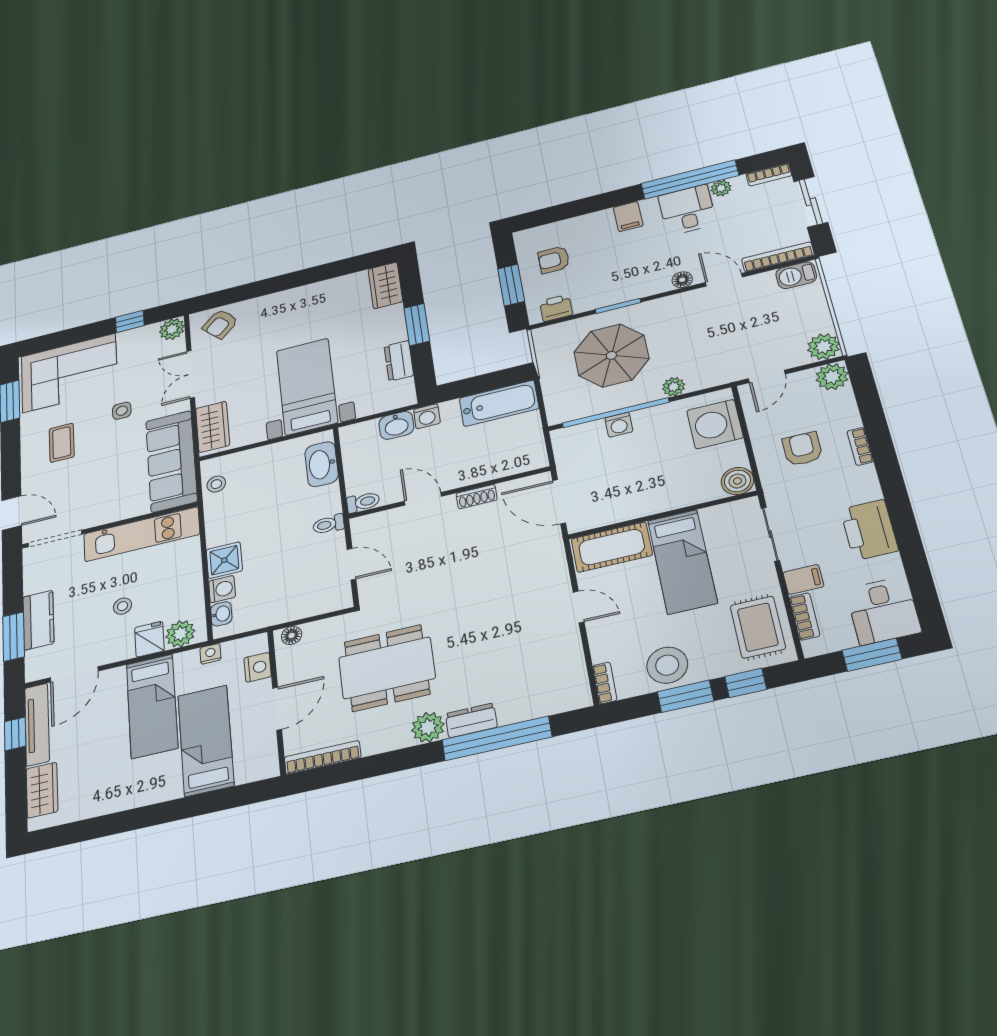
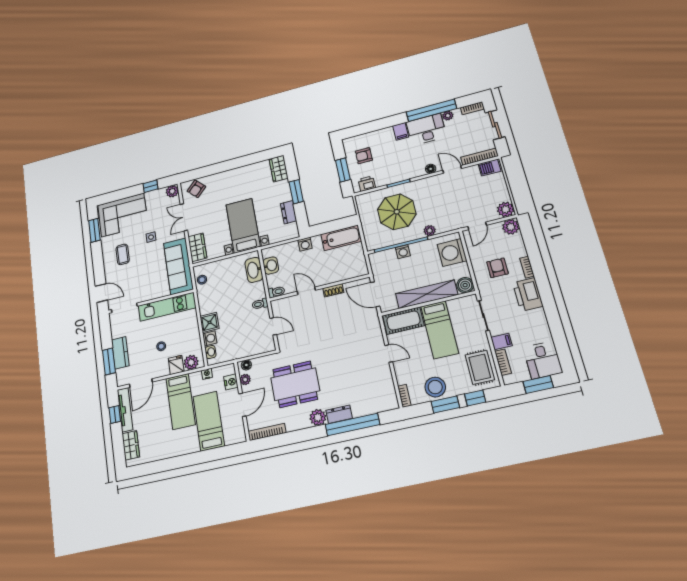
desk: (687, 210) -> (426, 129), width x1.37
washbasin: (396, 425) -> (271, 265), moved, turned -90
shelving: (661, 499) -> (427, 294), added
printer: (869, 530) -> (528, 294), moved
plant: (287, 662) -> (245, 380), added

